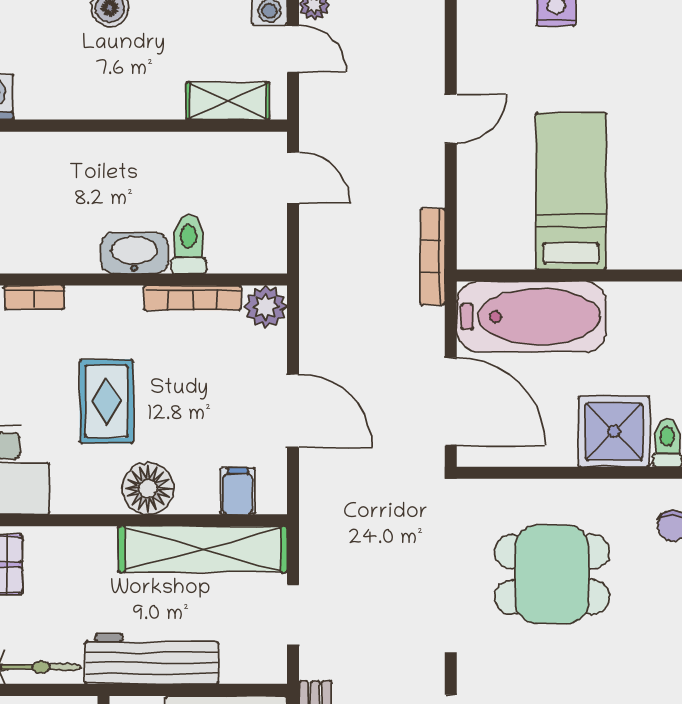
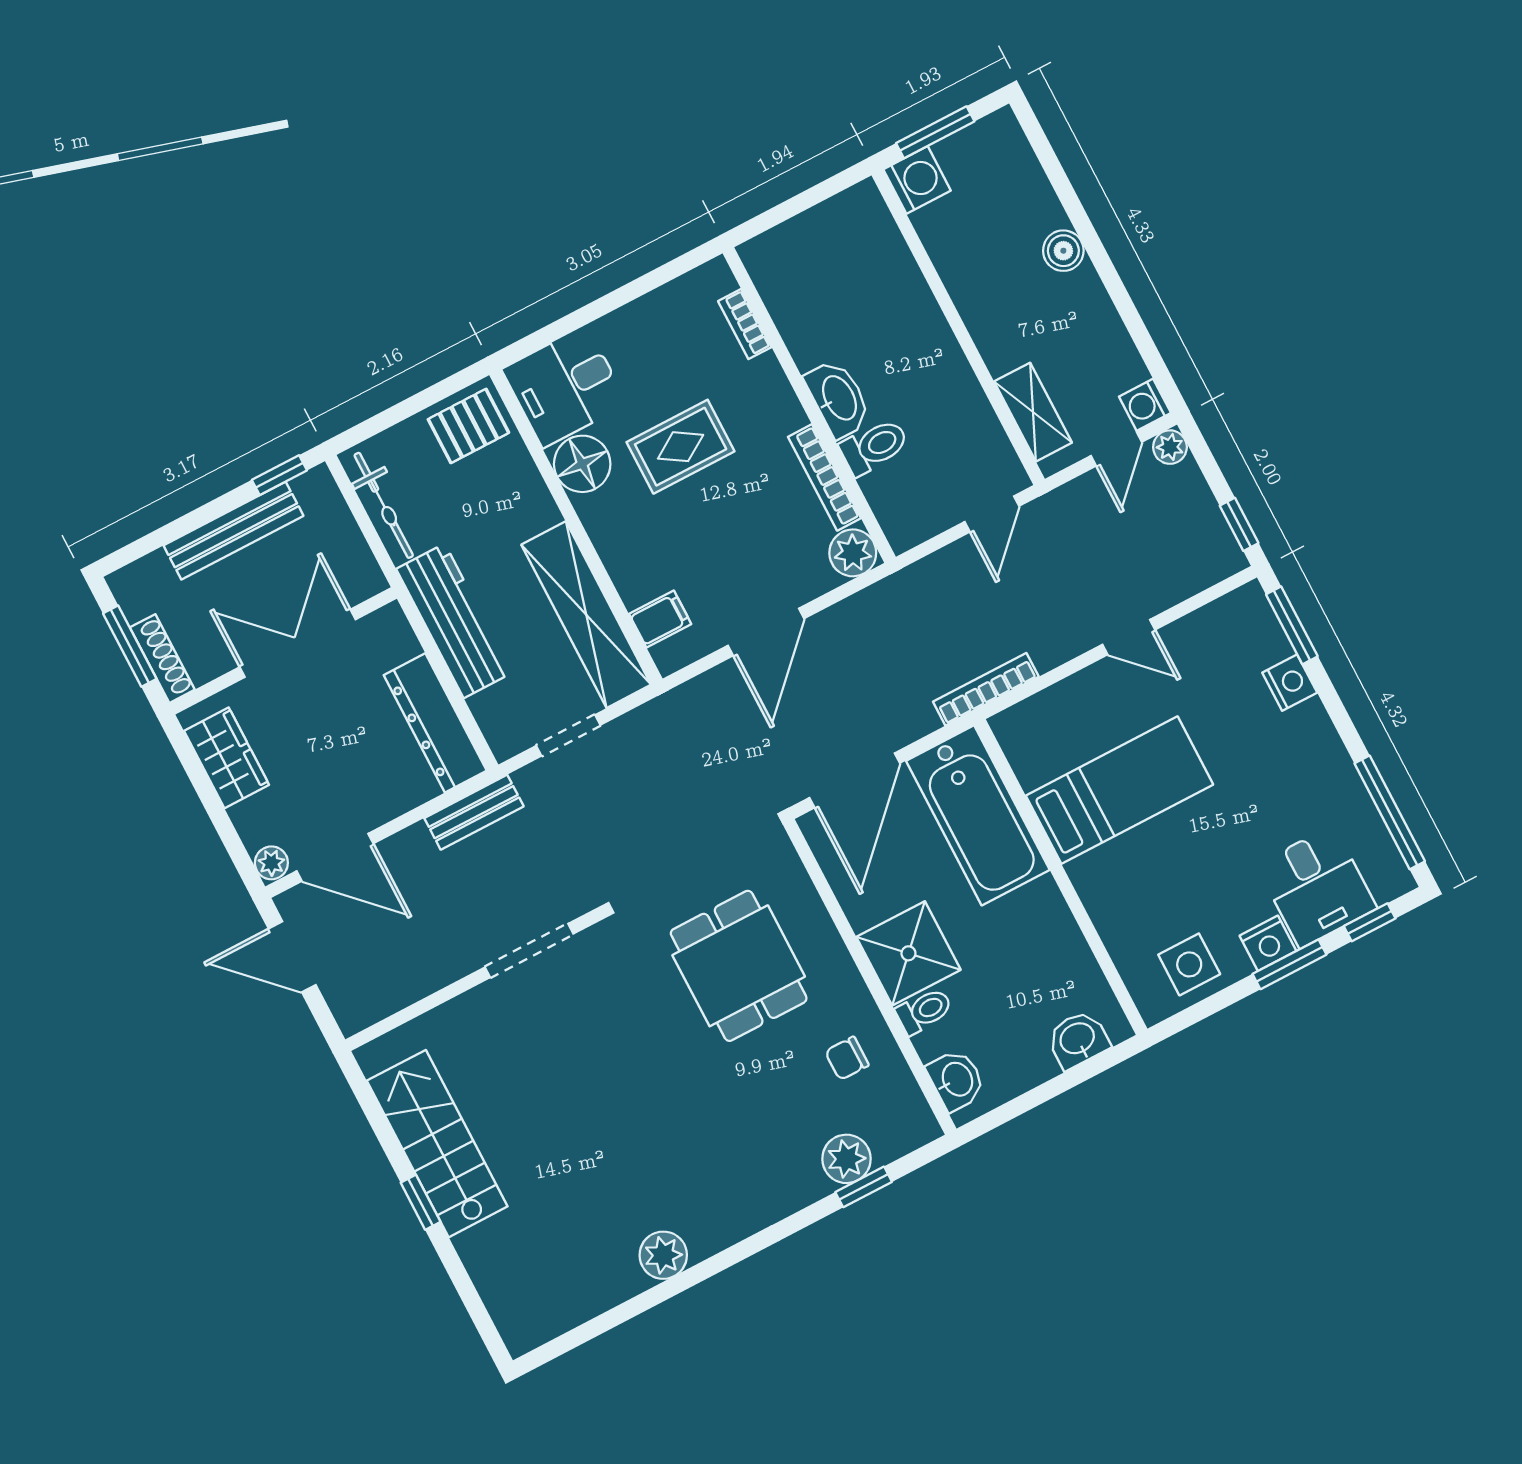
floor lamp: (148, 488) -> (582, 464), moved

